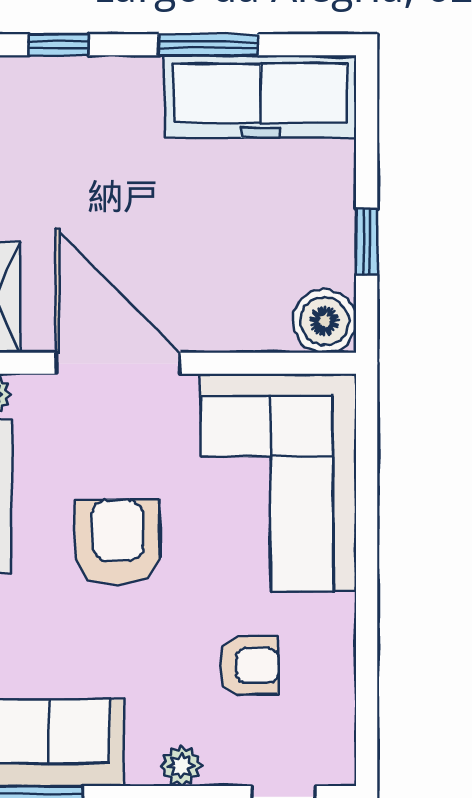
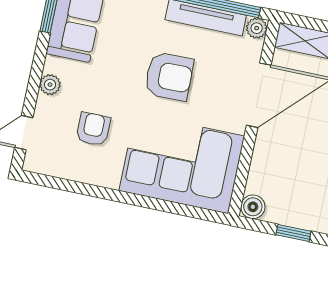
boiler: (324, 321) -> (253, 207), width x0.73, depth x0.73
armchair: (249, 665) -> (93, 129), turned 180

